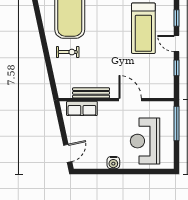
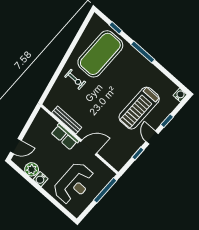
door: (130, 100) -> (89, 147), hinge flipped
row of seats: (82, 108) -> (65, 137), moved
reception desk: (145, 141) -> (74, 183), turned 180
plant: (98, 161) -> (32, 169), added

